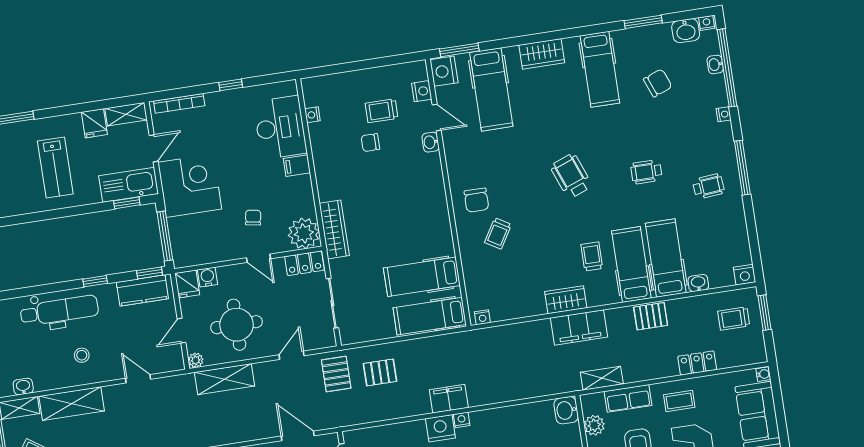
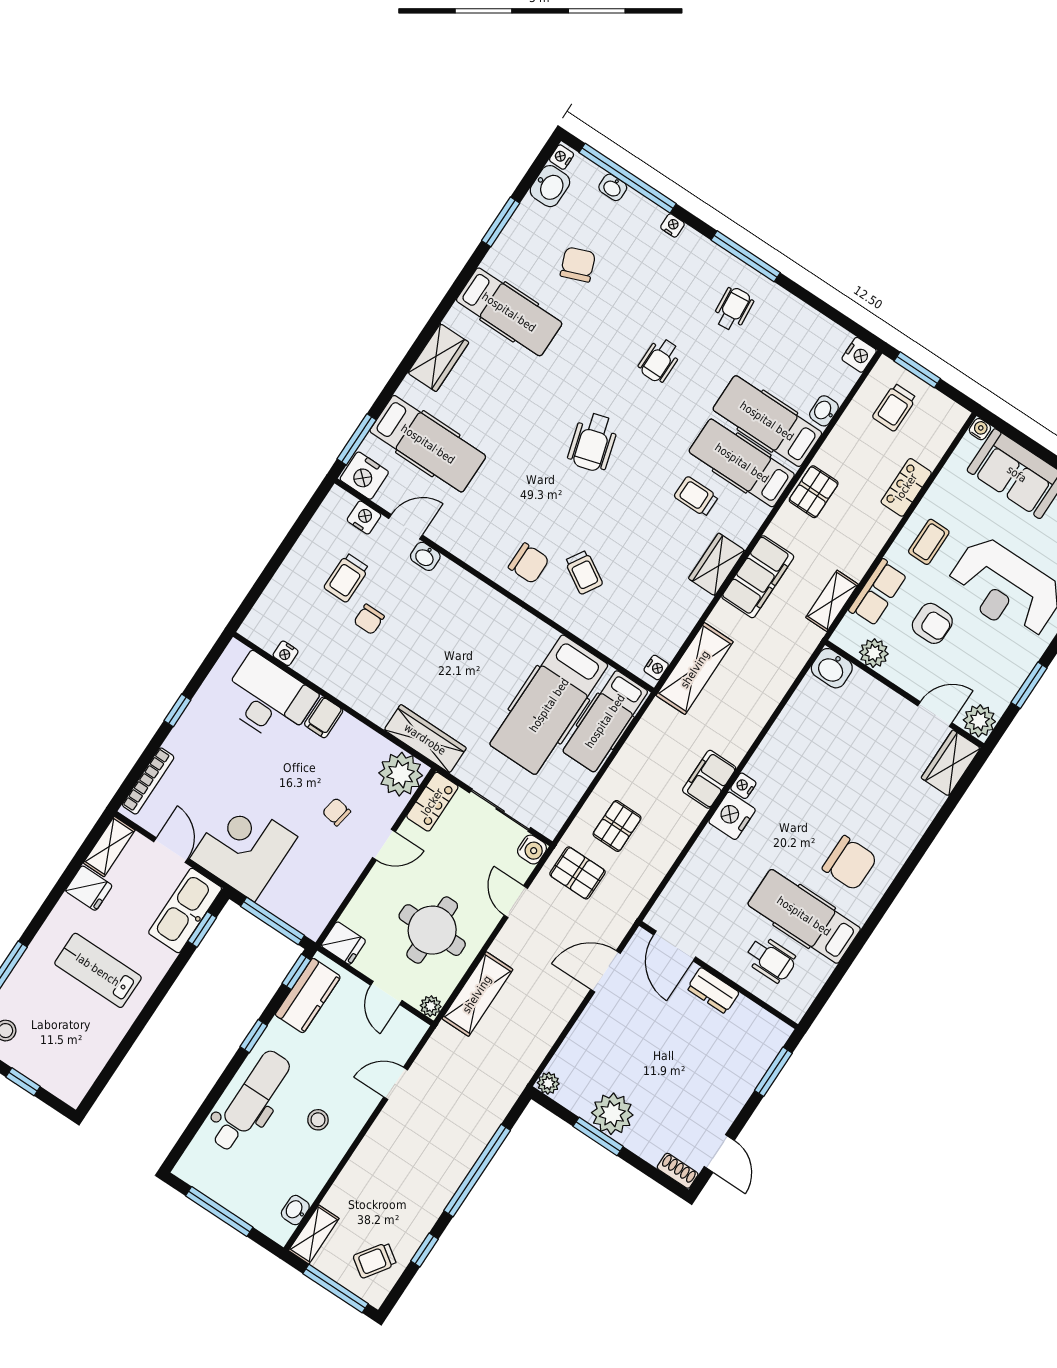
lab bench: (55, 168) -> (98, 970), turned 180
wheelchair: (571, 176) -> (593, 442), turned -85
water cooler: (207, 277) -> (532, 850), moved, turned 180
hospital bed: (422, 277) -> (549, 705), width x1.37, depth x1.29
shelving: (72, 404) -> (695, 669), moved

